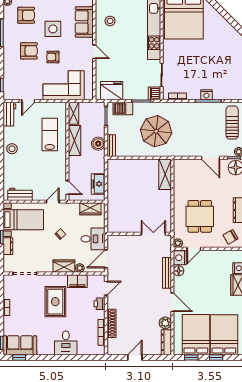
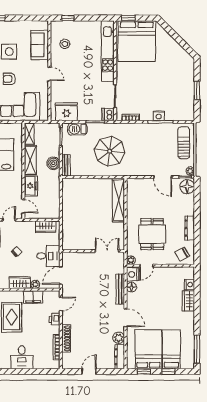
shelving: (165, 174) -> (118, 200), width x1.47
freezer: (98, 184) -> (31, 186), moved, turned 180
bed: (224, 335) -> (171, 349), width x0.67

